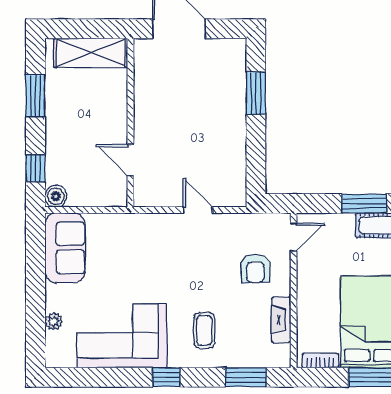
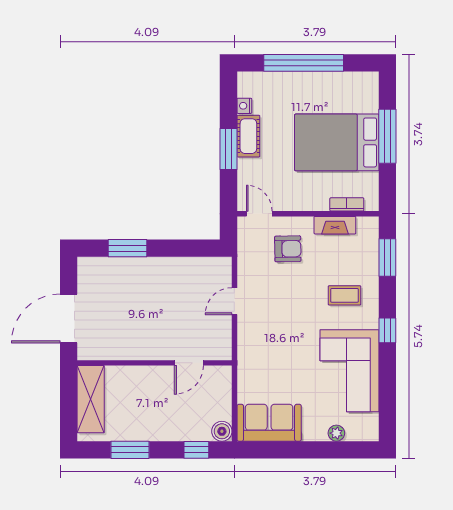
bookcase: (320, 361) -> (347, 204), moved, turned 90

